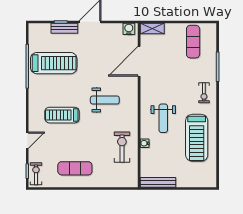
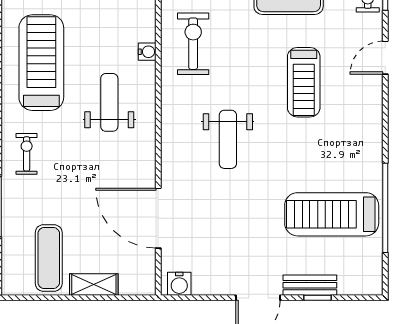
shelving: (152, 29) -> (94, 285), moved
door: (139, 61) -> (158, 218), swing flipped
weight bench: (105, 100) -> (228, 139), turned -90
treadmill: (62, 115) -> (304, 82), moved, turned 90
exercise bike: (122, 147) -> (193, 44), turned 180

